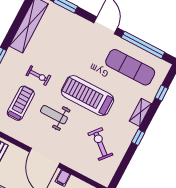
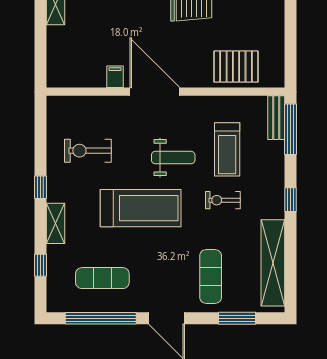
exercise mat: (68, 36) -> (211, 277), added
exercise mat: (130, 67) -> (102, 278), width x0.73, depth x0.69
exercise bike: (100, 144) -> (88, 151), turned 140

